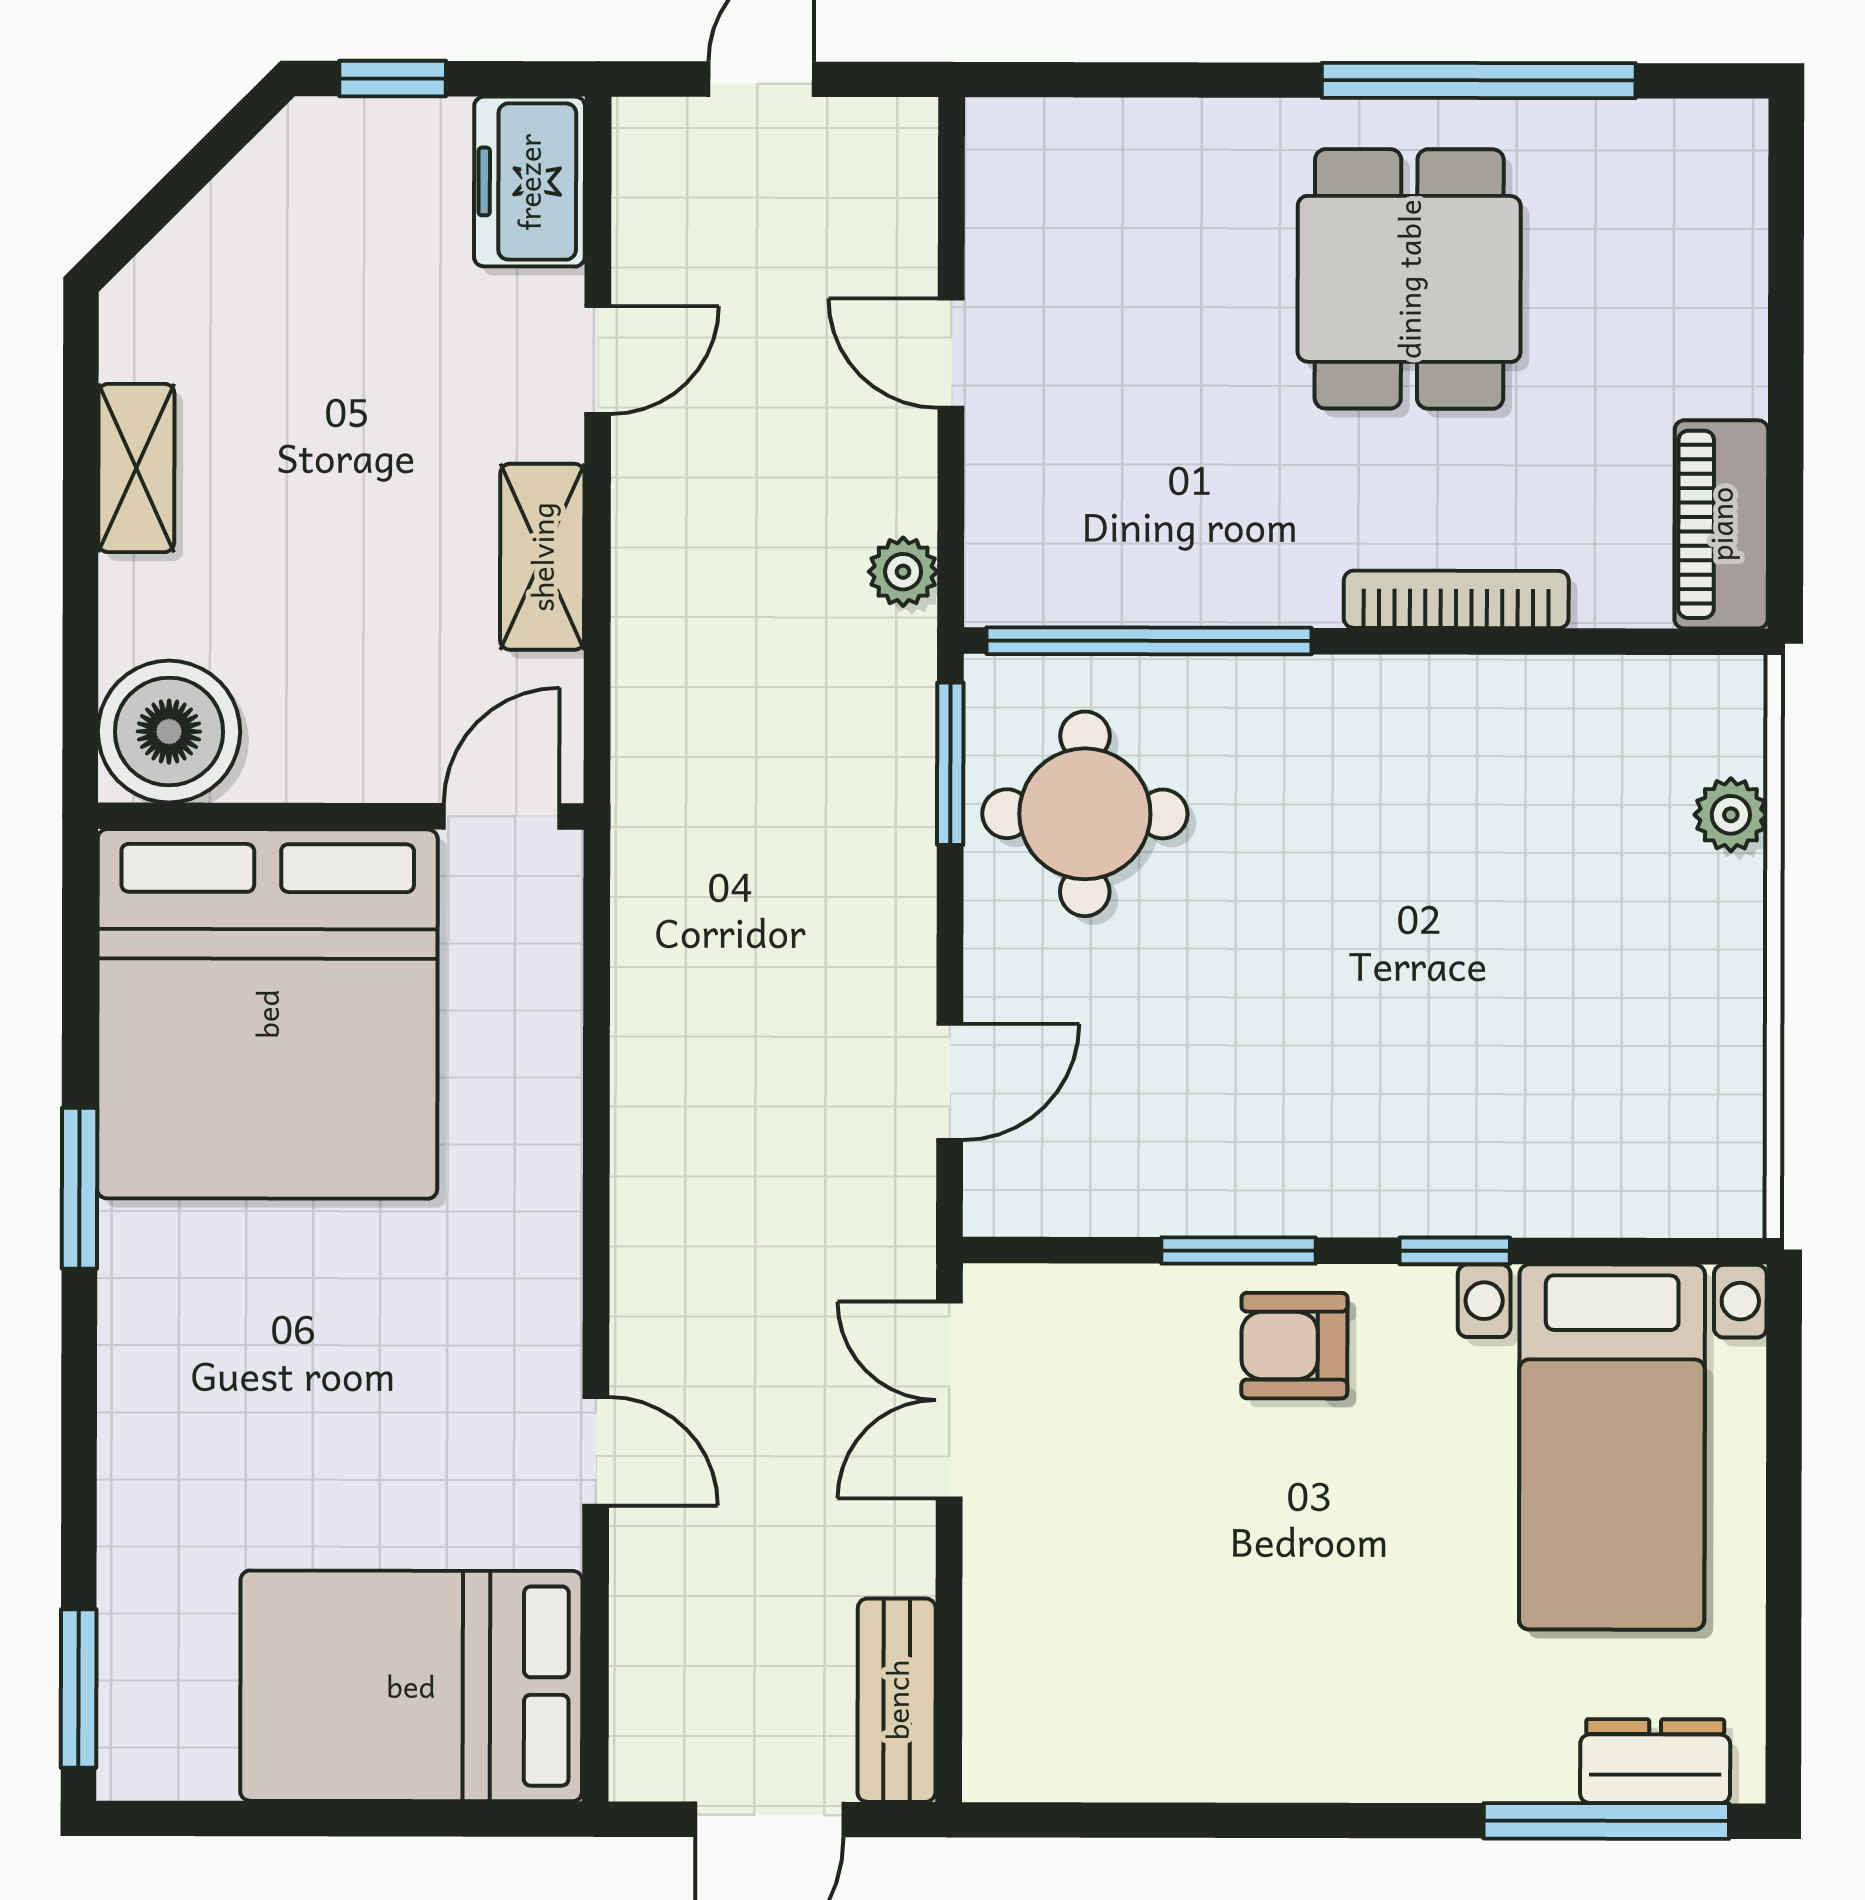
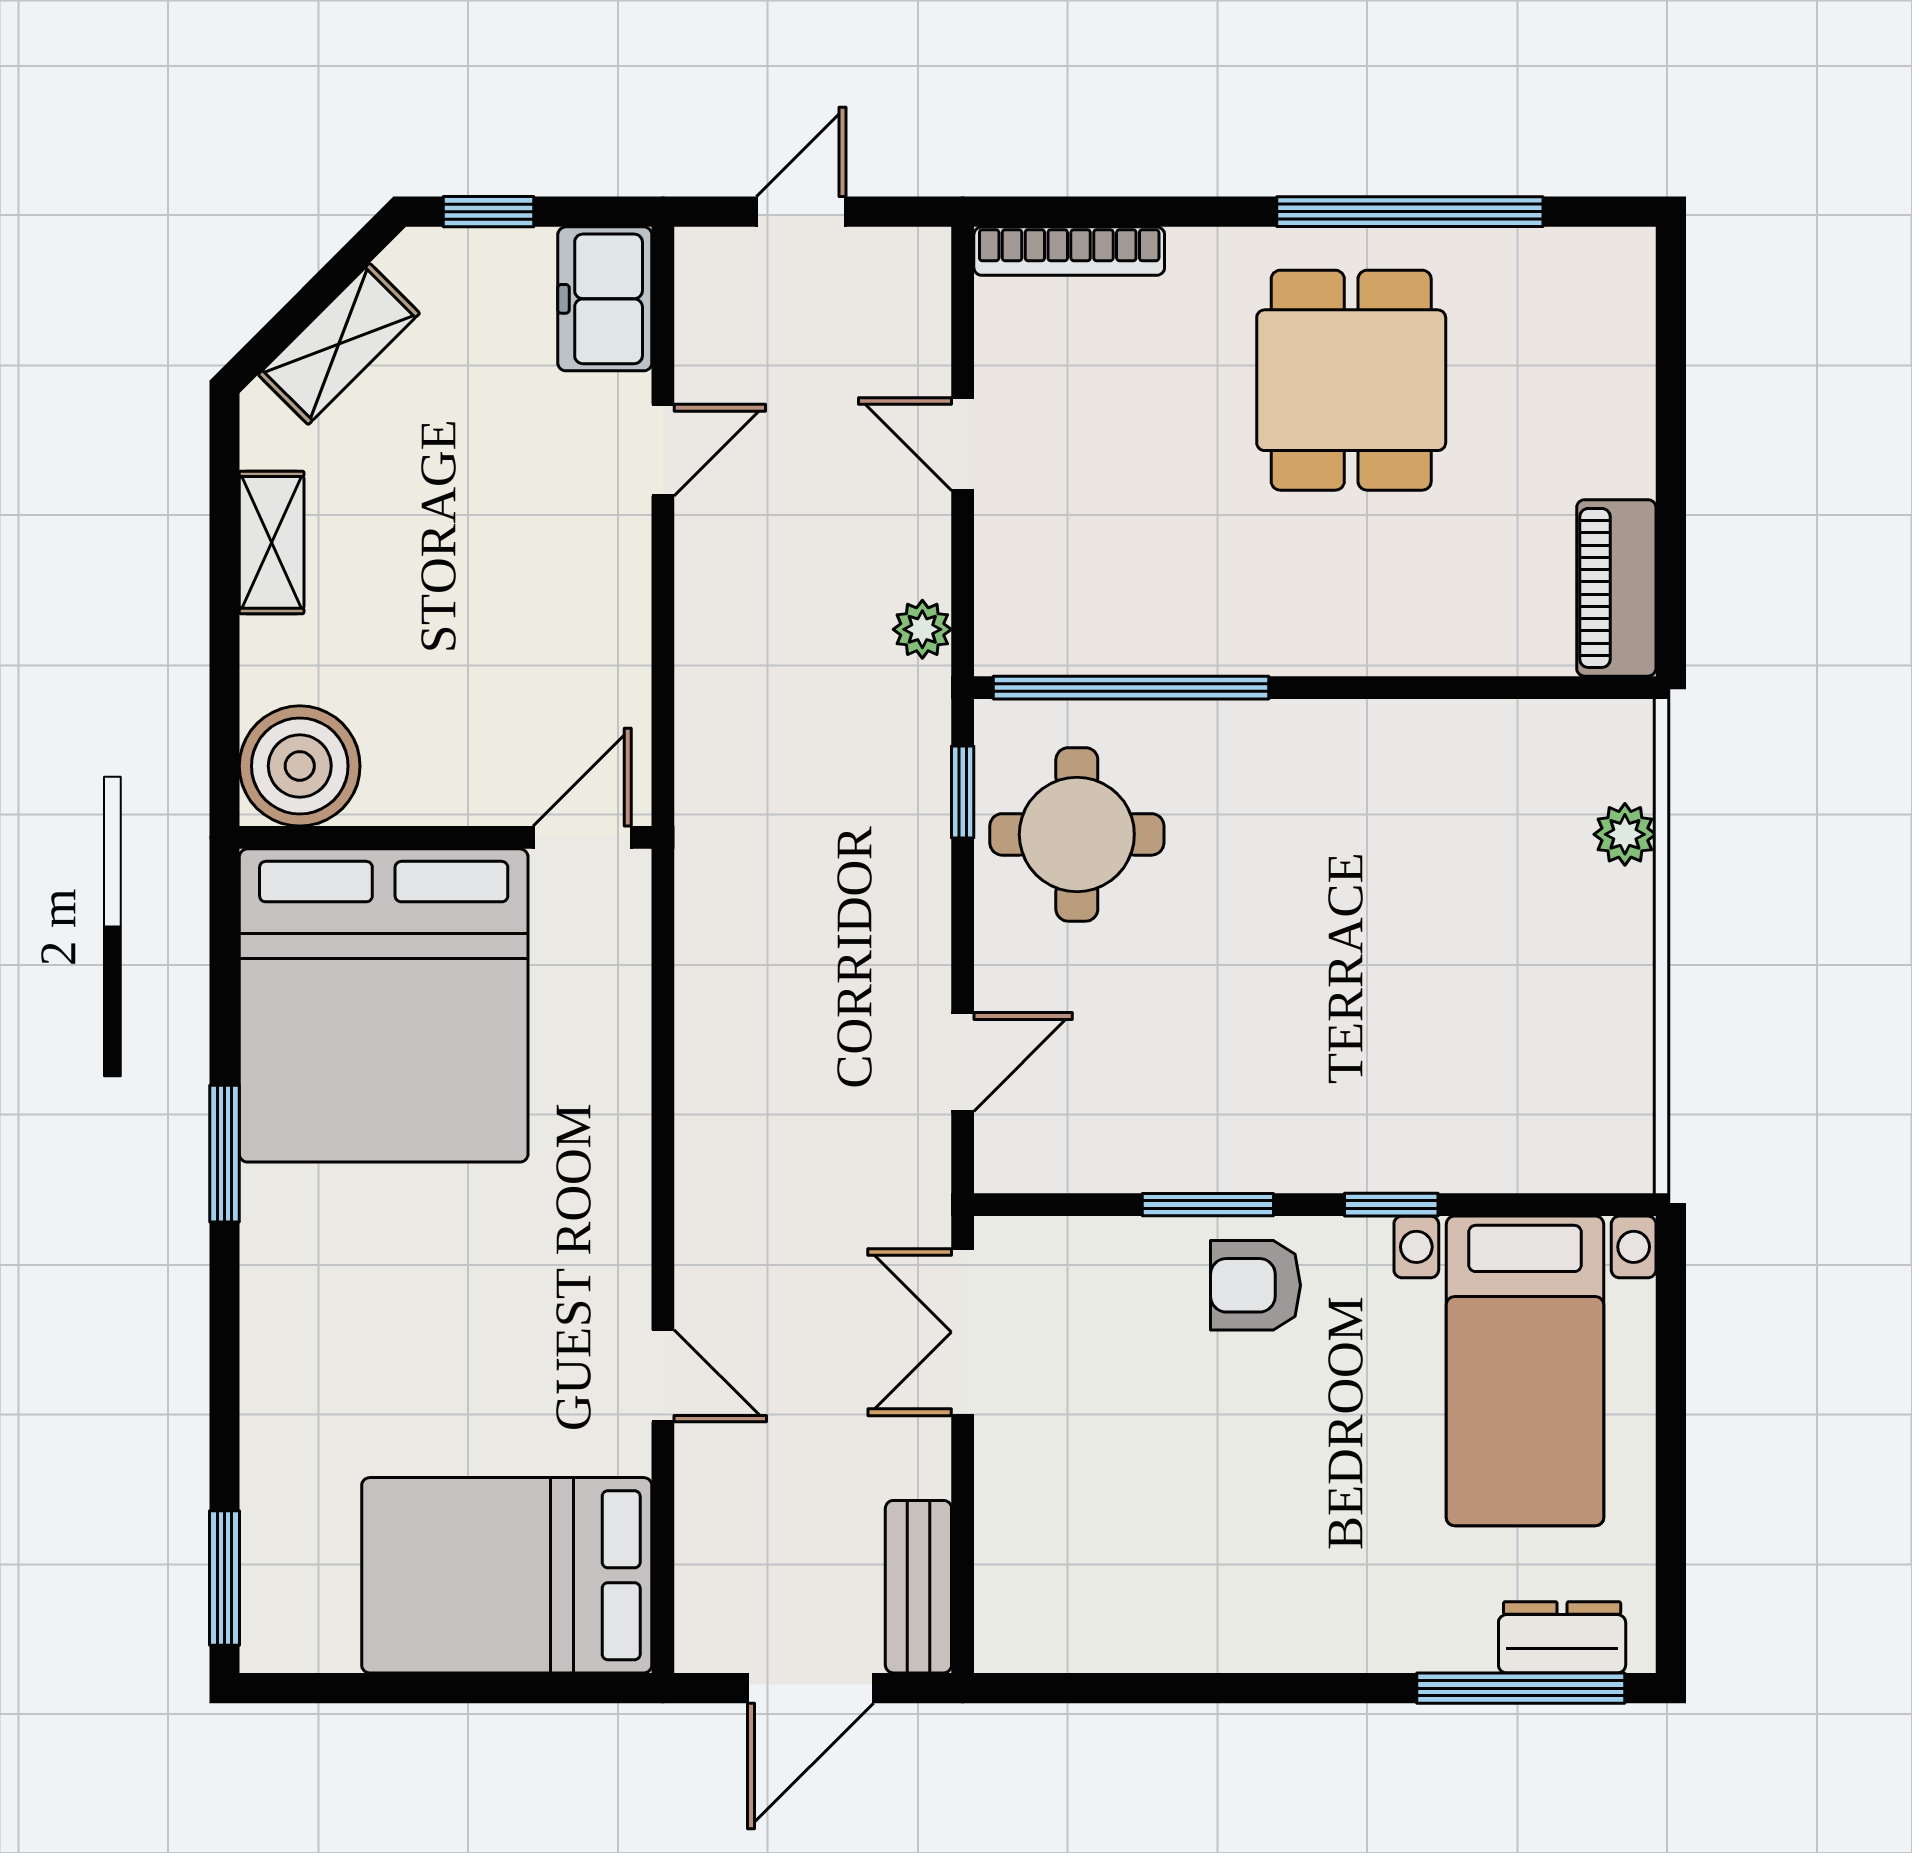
shelving: (542, 557) -> (339, 344), moved, turned 45
bookcase: (1456, 599) -> (1069, 251), moved, turned 180
window: (950, 764) -> (963, 792), width x0.67

